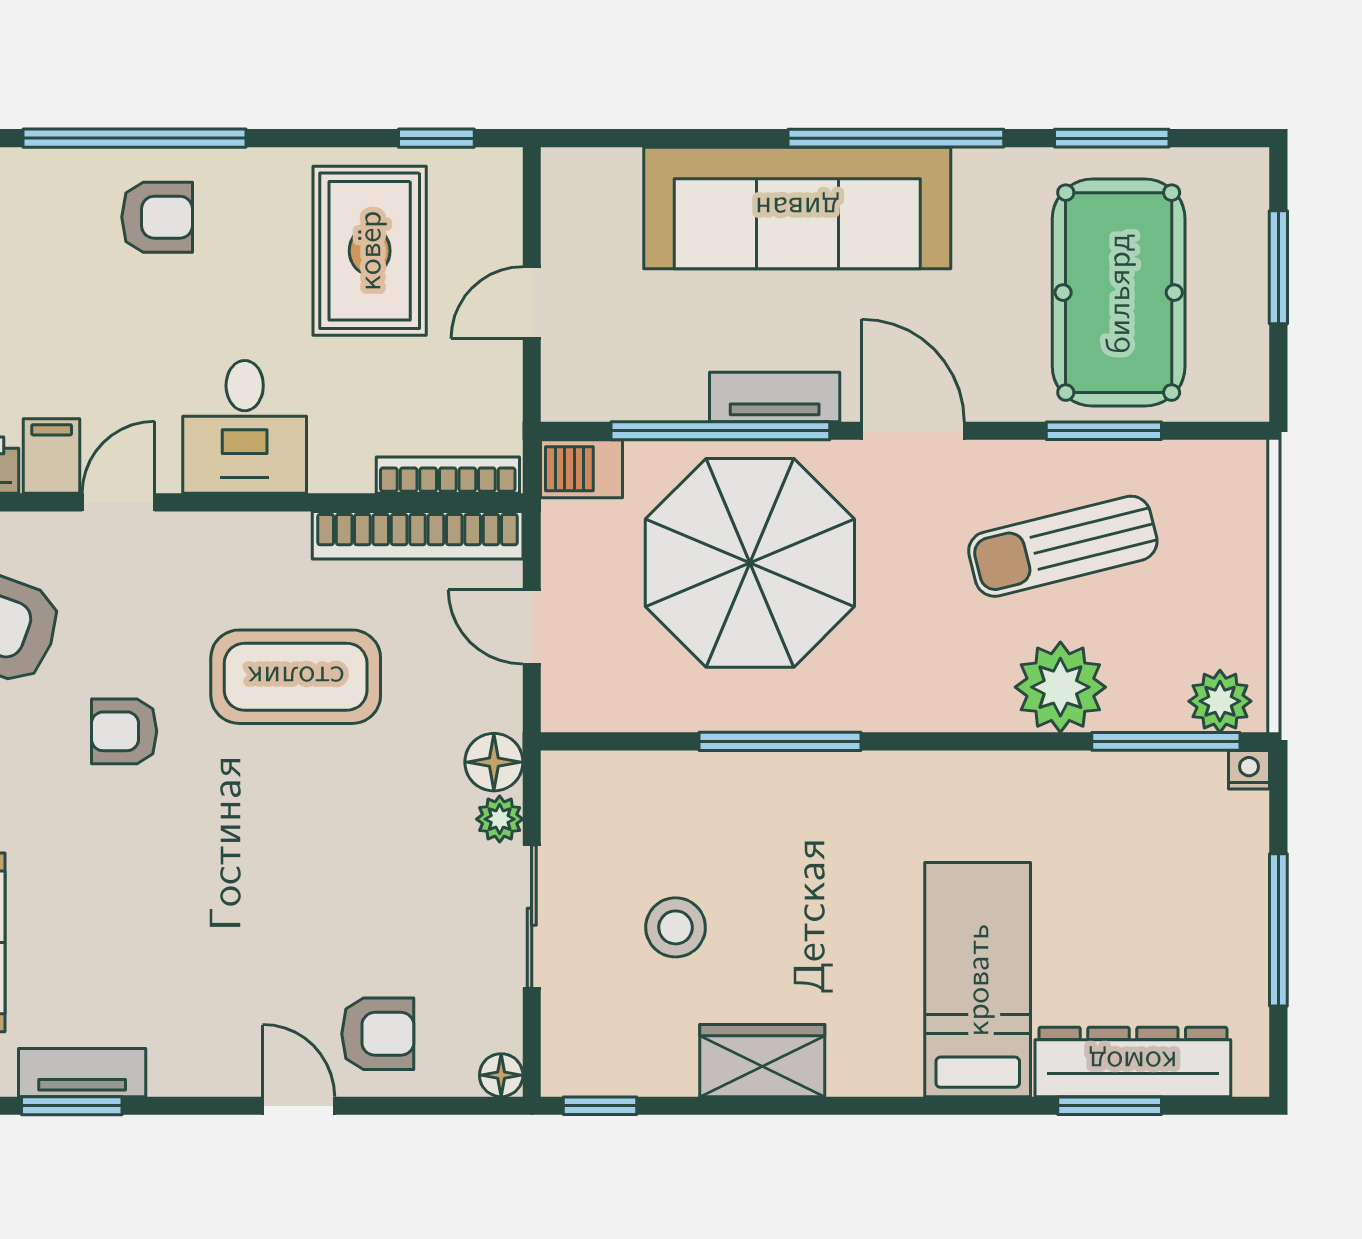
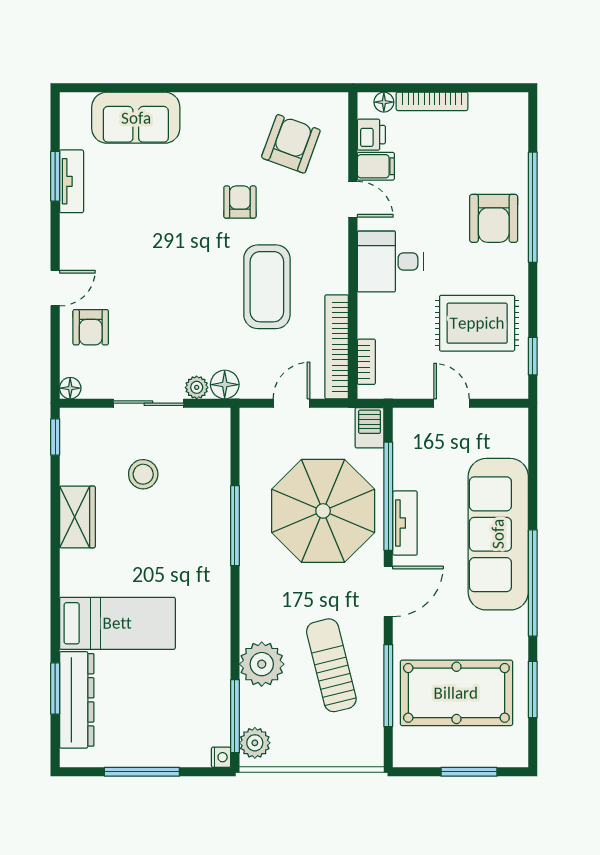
armchair: (157, 217) -> (494, 218), width x1.38, depth x1.38
window: (1104, 431) -> (388, 686), width x1.44
bookcase: (448, 475) -> (366, 362), width x0.64

